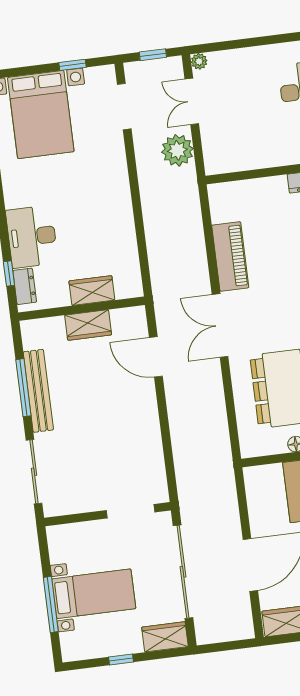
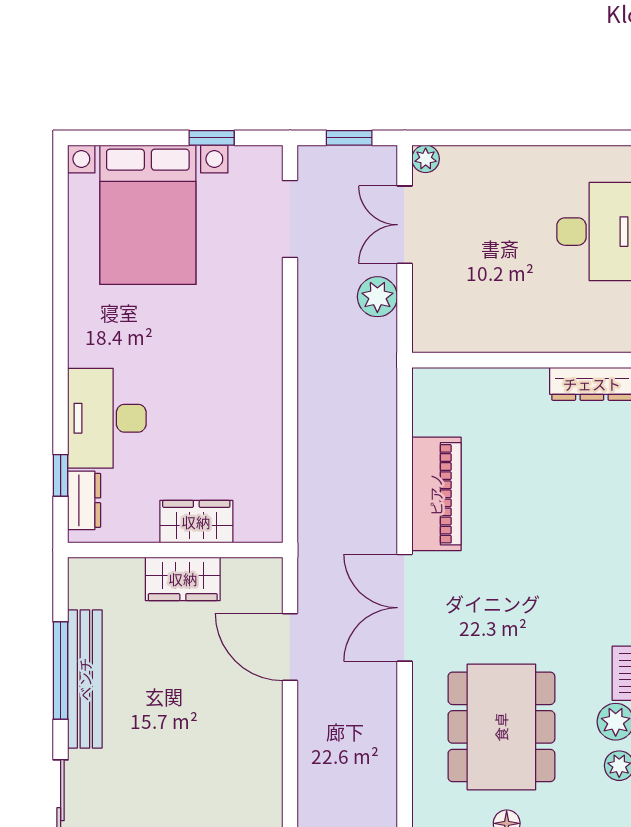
plant: (177, 150) -> (377, 297), width x0.73, depth x0.73

